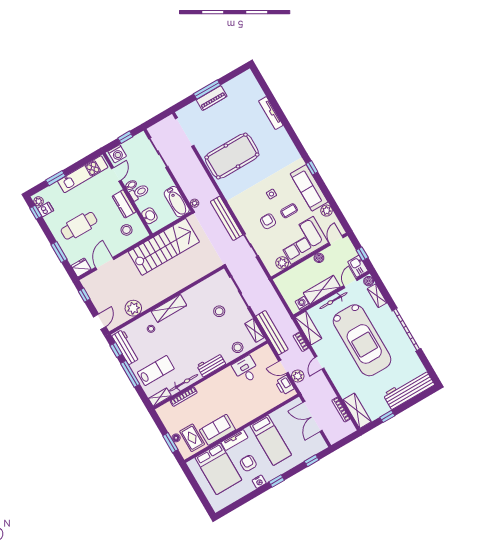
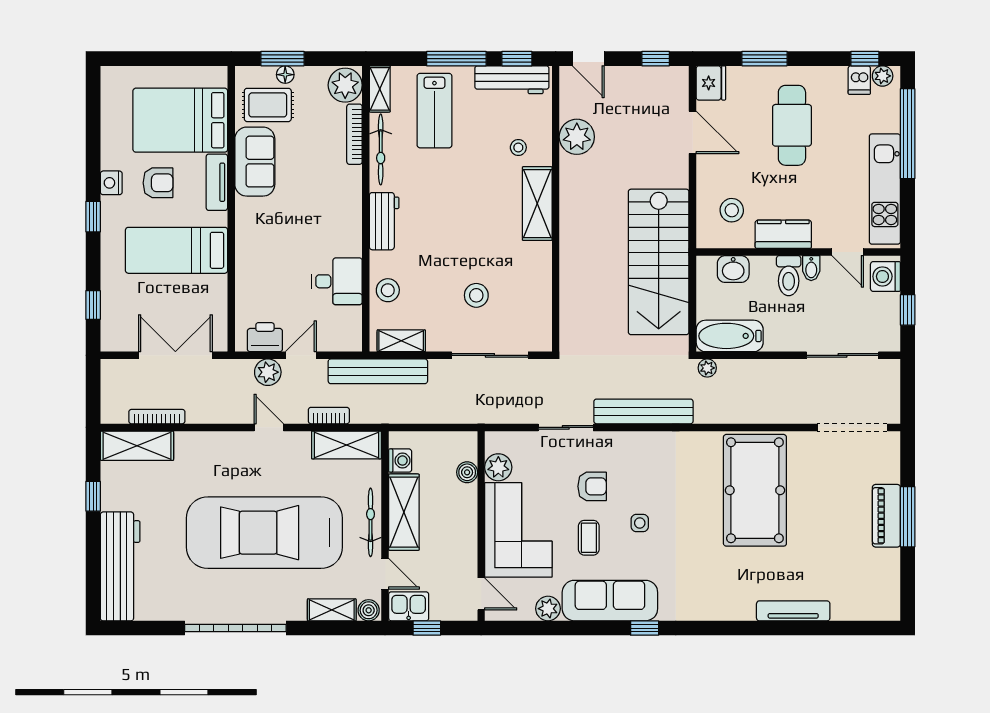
window: (56, 178) -> (908, 134), width x2.11
boiler: (319, 258) -> (467, 472), moved
plant: (166, 412) -> (345, 85), added

